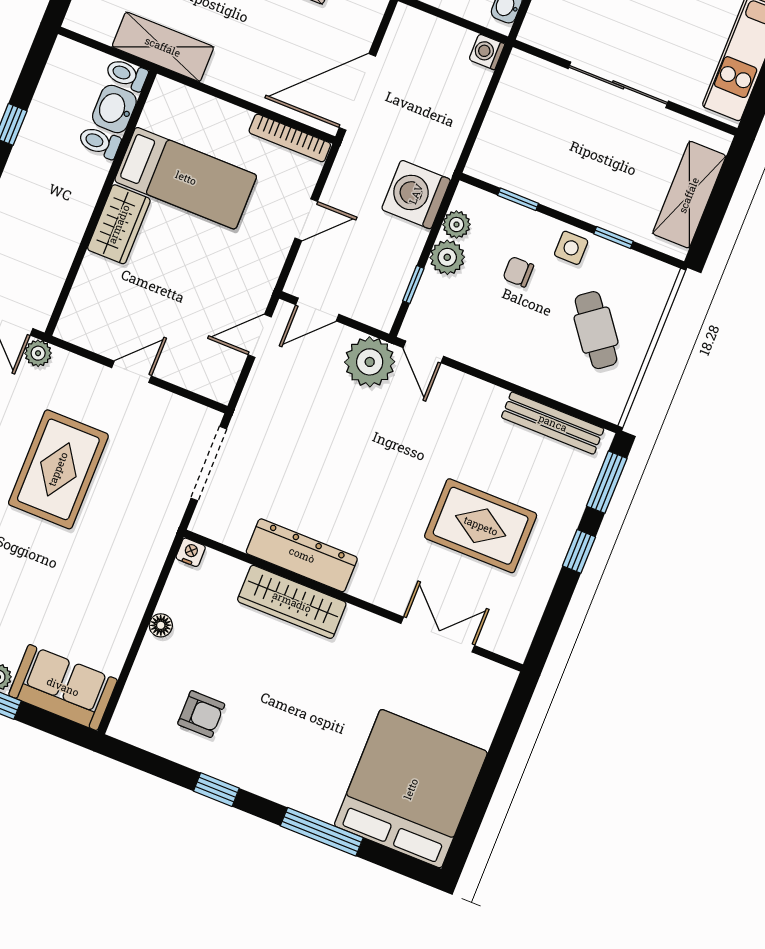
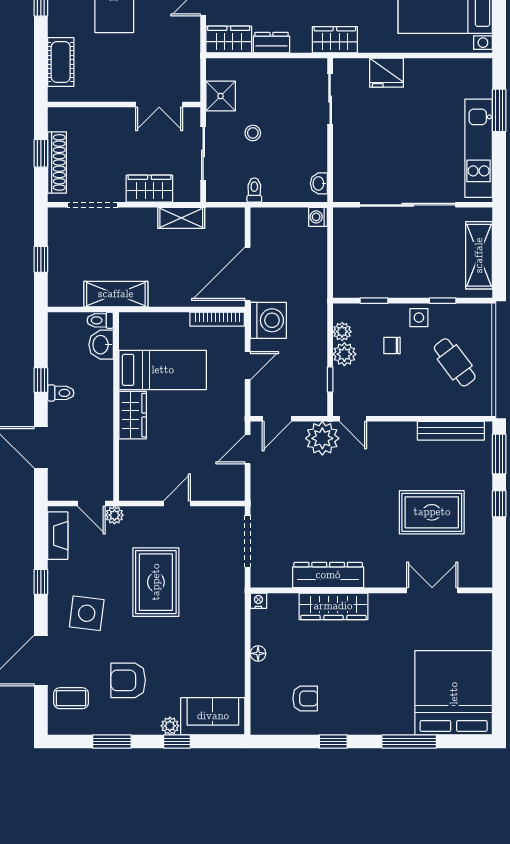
sliding door: (618, 85) -> (408, 205), width x1.36
toilet: (100, 142) -> (61, 393), moved, turned 180
washing machine: (416, 194) -> (268, 320), moved, turned 180

